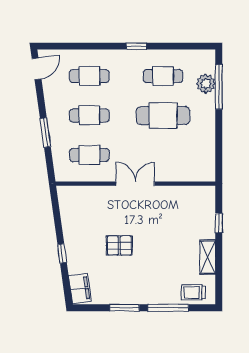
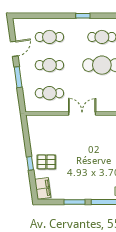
door: (37, 69) -> (14, 49), moved
pallet: (119, 245) -> (46, 162), moved

